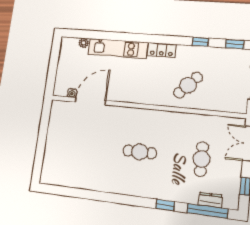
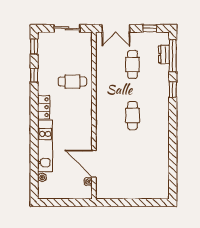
cafe table: (188, 85) -> (72, 82), turned -43
cafe table: (201, 159) -> (132, 64), turned 90

